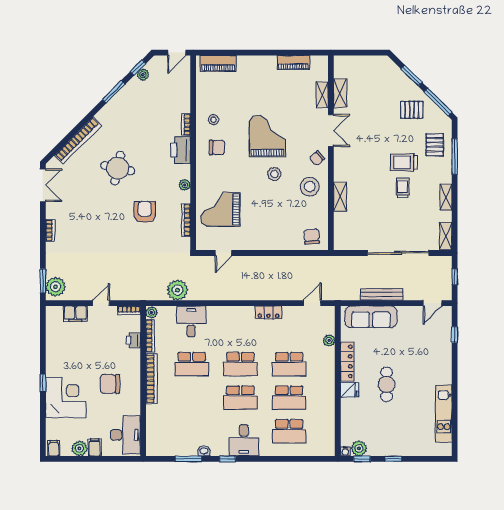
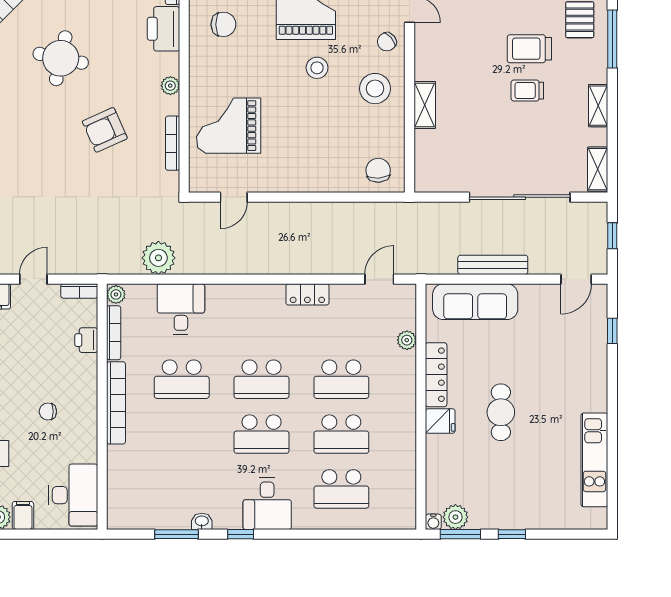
trolley: (403, 188) -> (527, 91), turned -90
armchair: (145, 212) -> (105, 130), turned -114
chair: (110, 384) -> (48, 411), width x0.54, depth x0.54
window: (362, 459) -> (460, 534), width x1.50

